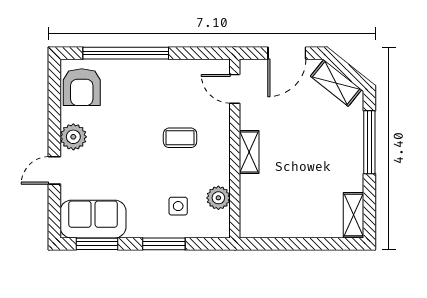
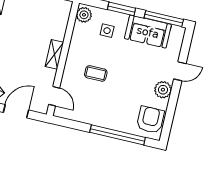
plant: (218, 198) -> (84, 15), moved
sofa: (93, 219) -> (148, 32), moved
window: (97, 244) -> (164, 19), width x1.44

